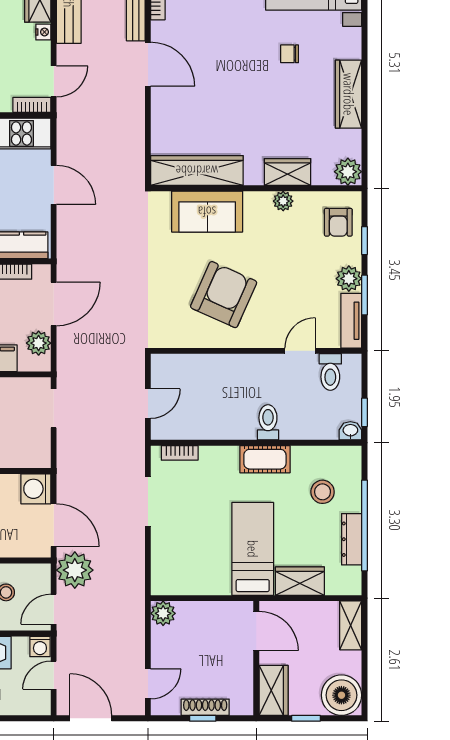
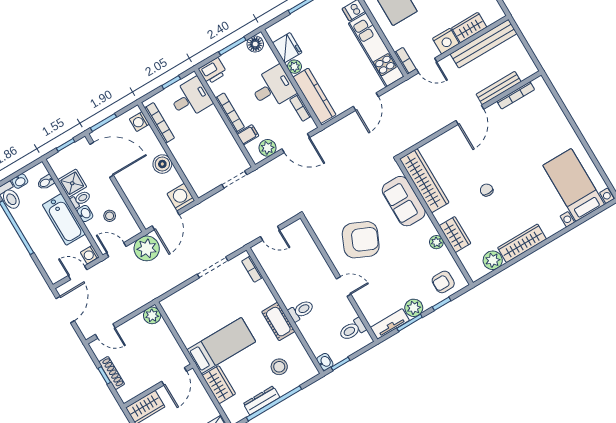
nightstand: (43, 32) -> (446, 41), width x1.89, depth x1.79
chair: (290, 54) -> (487, 190), moved
plant: (348, 172) -> (493, 260), moved
door: (300, 351) -> (344, 286), moved

